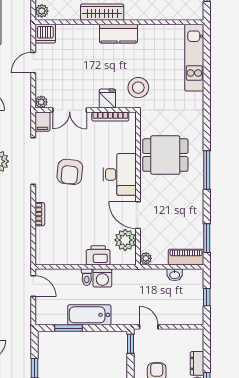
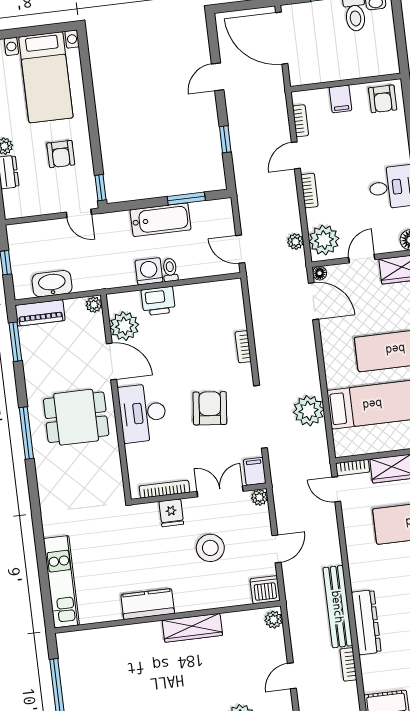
kitchen counter: (118, 34) -> (148, 604), moved
stool: (138, 88) -> (210, 548), moved
dining table: (165, 155) -> (76, 417), moved
washbasin: (175, 275) -> (52, 284), width x1.91, depth x1.45

